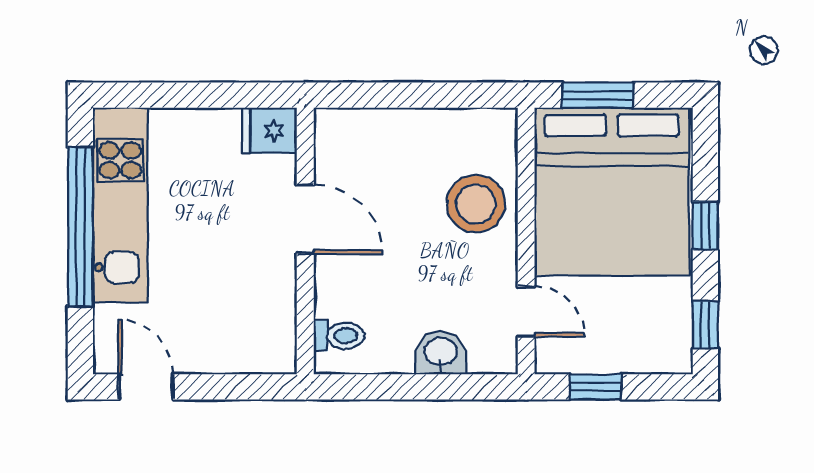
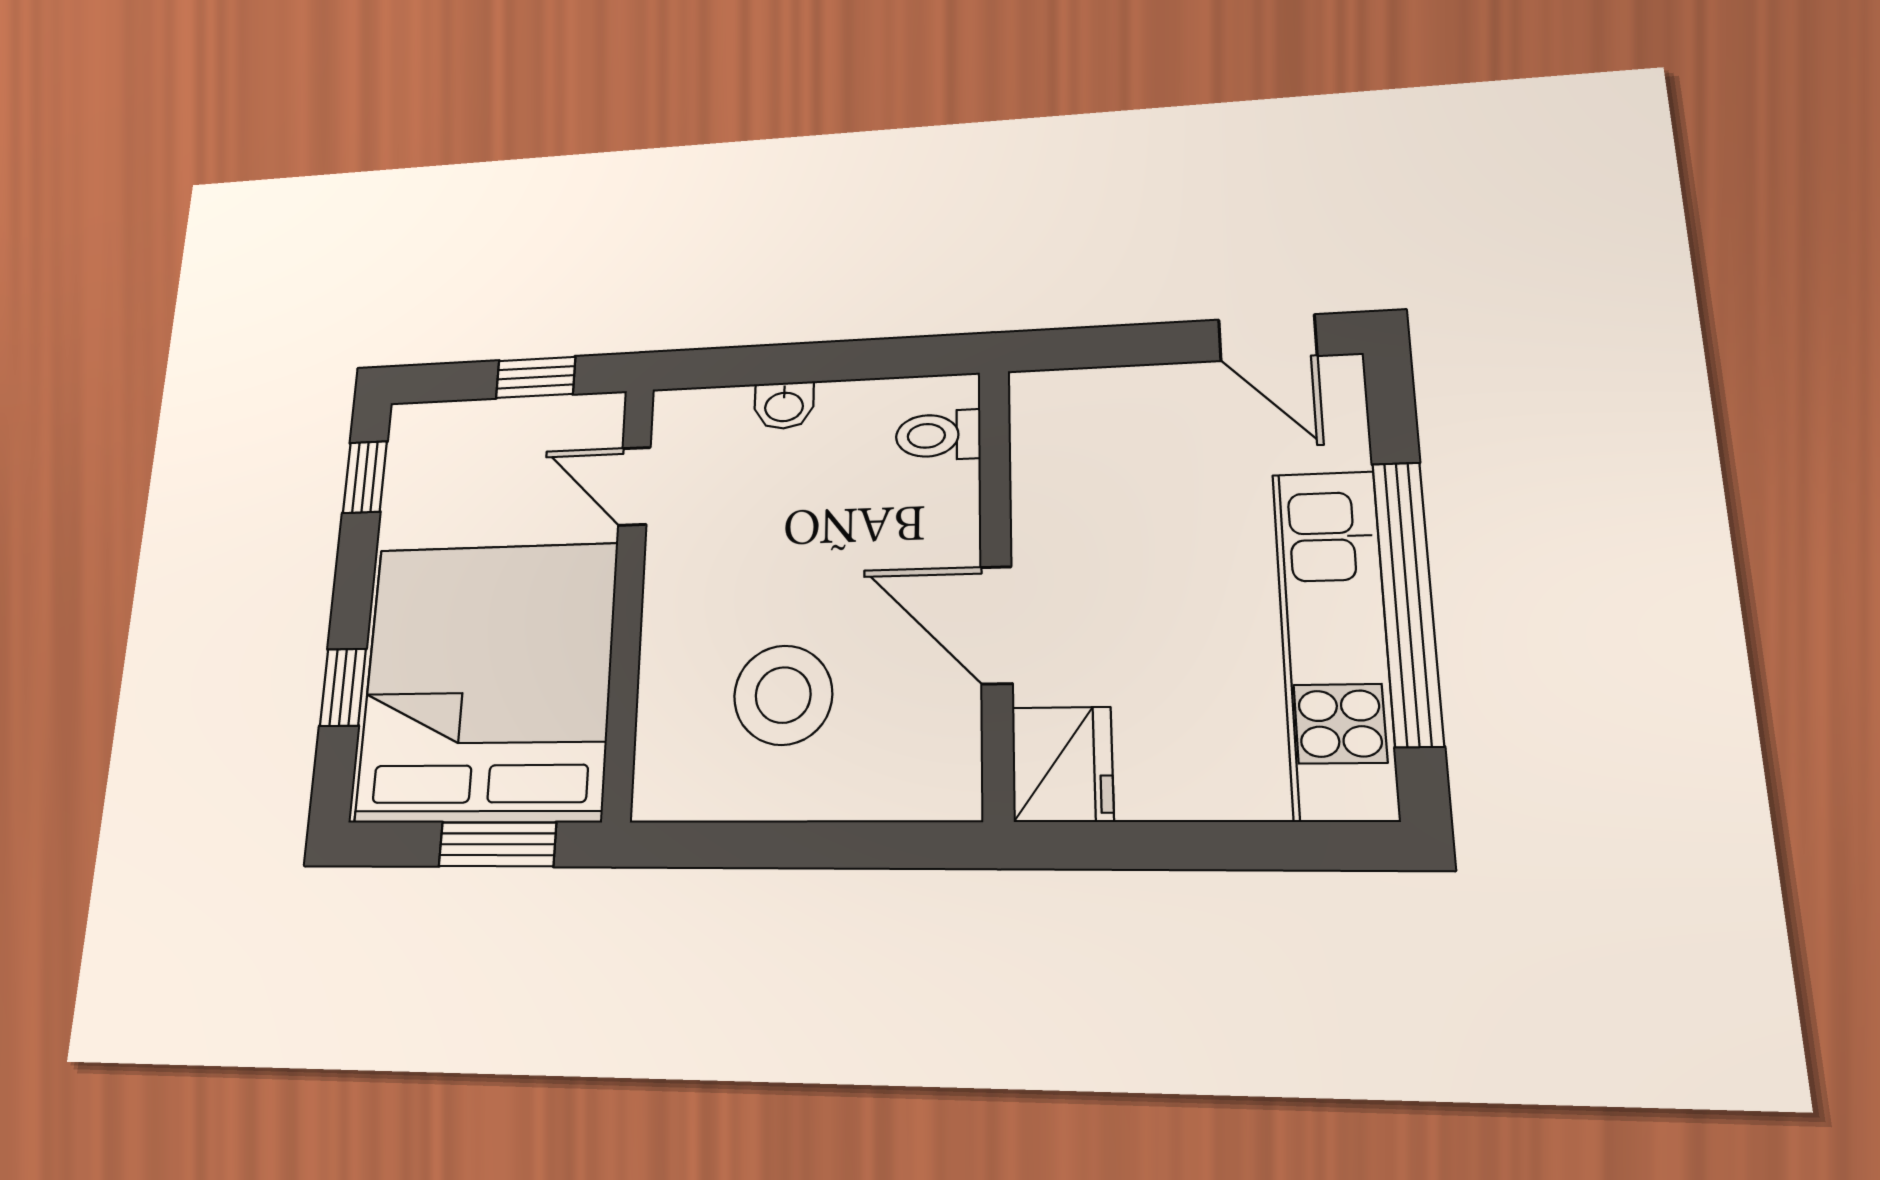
fridge: (270, 131) -> (1062, 764), width x1.38
stool: (476, 204) -> (783, 695), moved
window: (705, 226) -> (343, 687), moved
washbasin: (441, 353) -> (784, 406), width x0.72, depth x0.69

